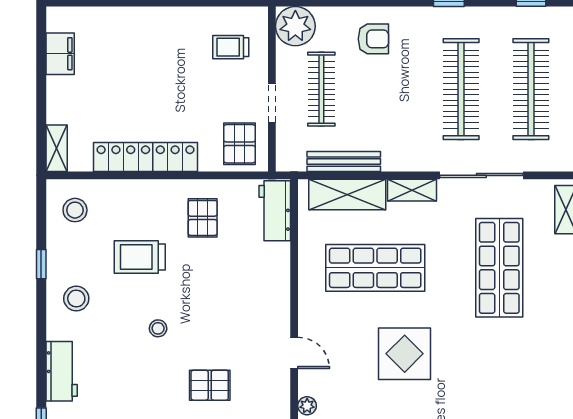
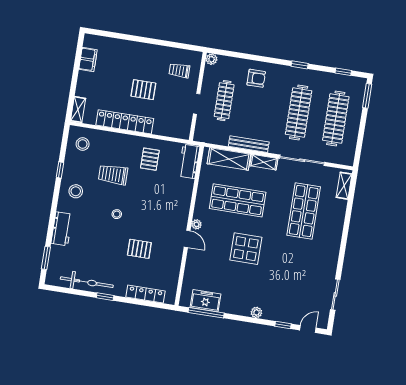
plant: (295, 26) -> (212, 59), width x0.53, depth x0.53
pallet: (240, 144) -> (143, 90), moved, turned 90
bench: (344, 162) -> (249, 144), moved
plant: (307, 406) -> (196, 224), moved

